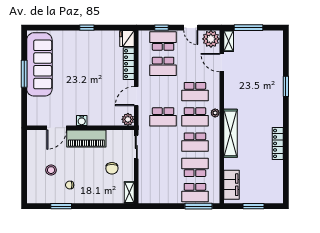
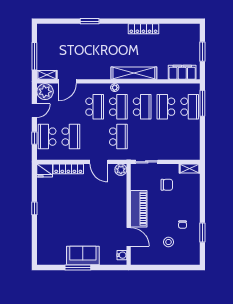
sofa: (39, 64) -> (83, 256), width x0.54, depth x0.79
water cooler: (82, 120) -> (122, 255), moved

